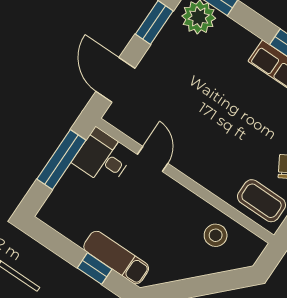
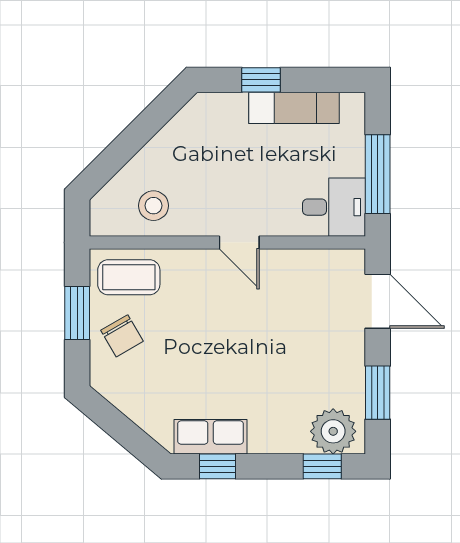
door: (153, 159) -> (239, 242), moved
exam couch: (116, 257) -> (294, 108), moved

